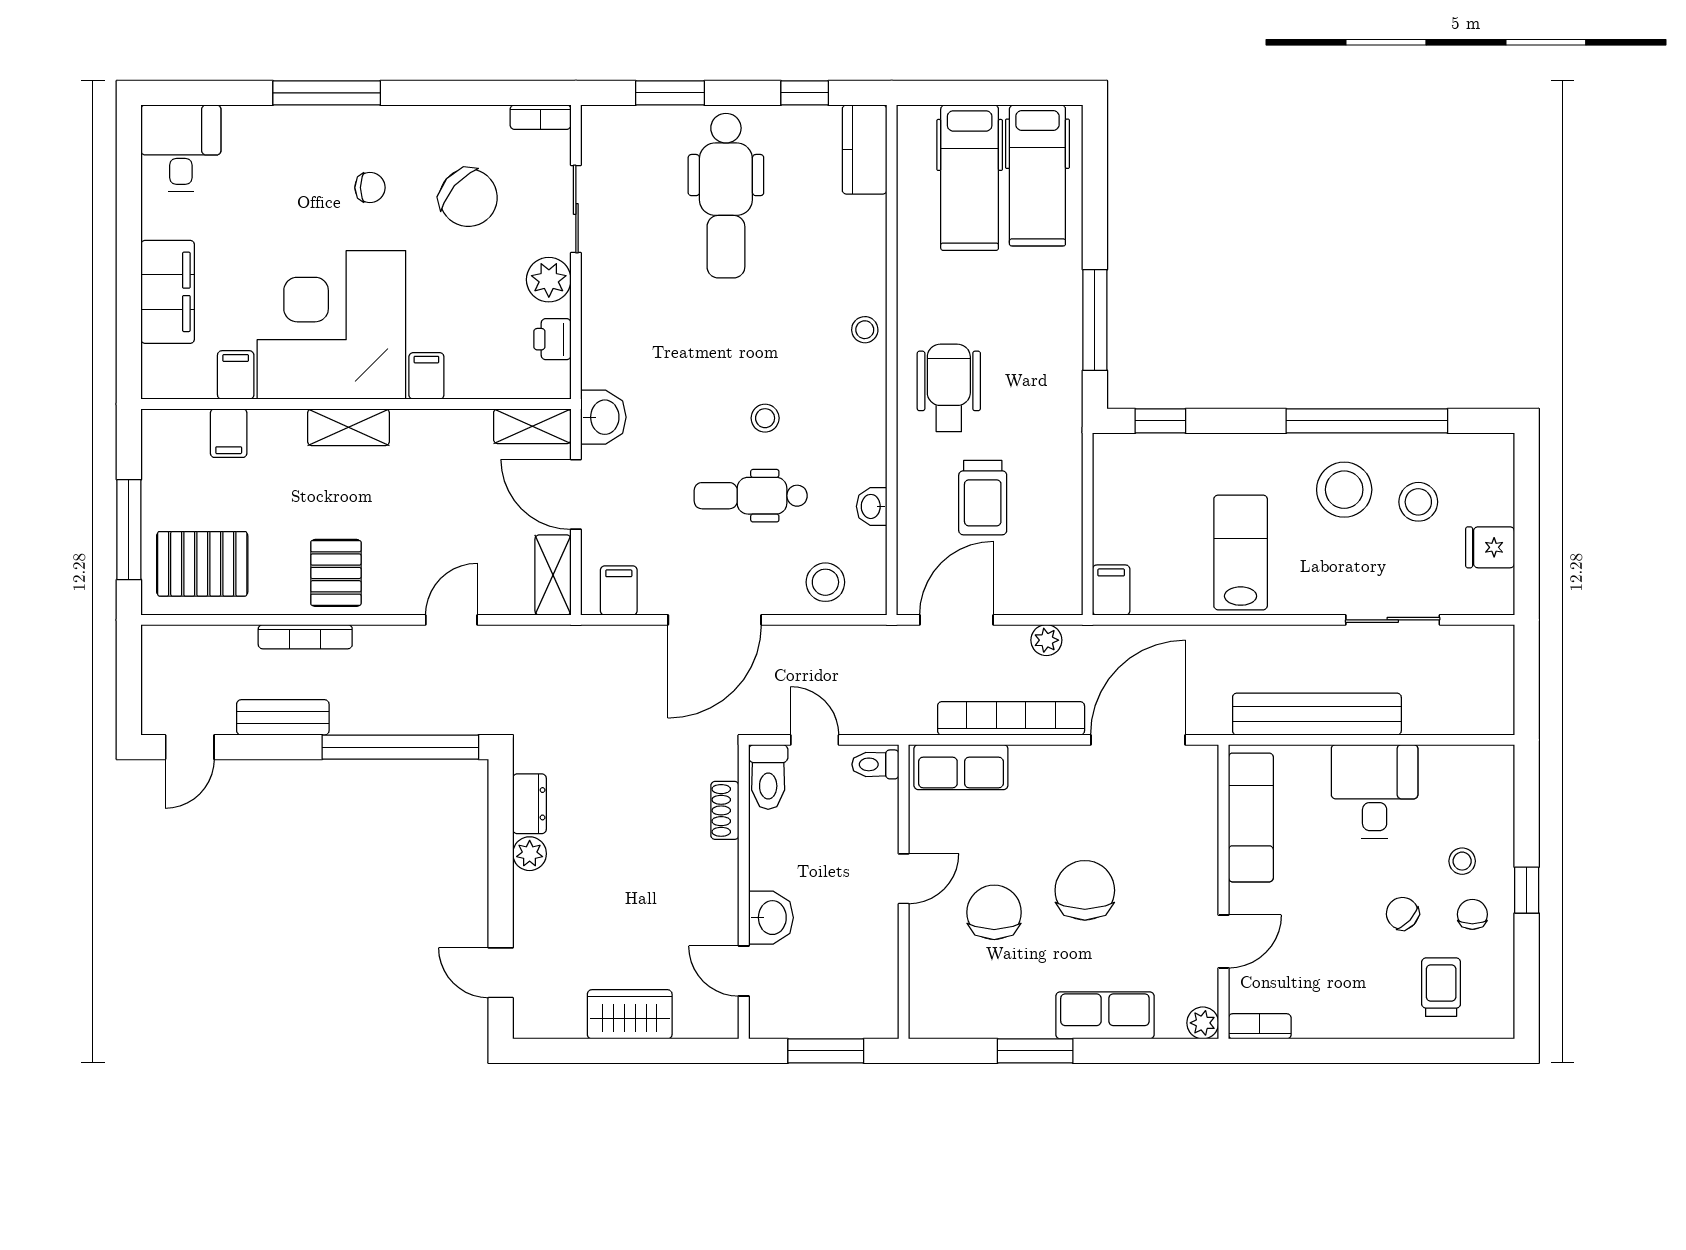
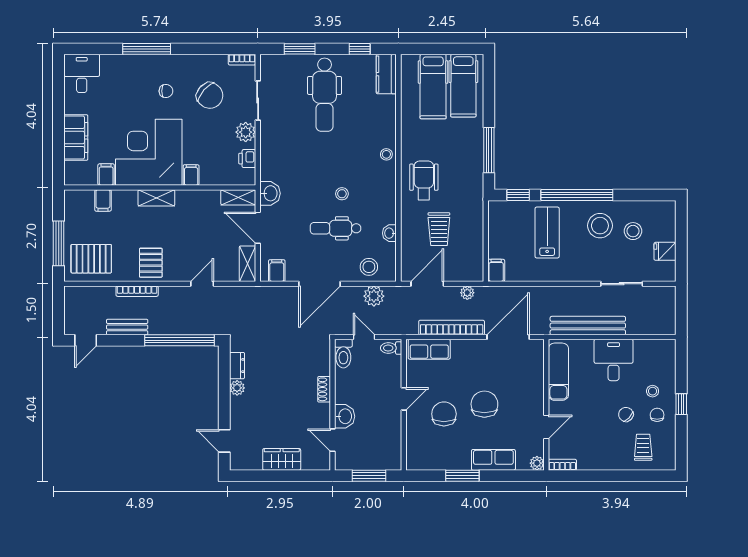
window: (1367, 421) -> (577, 195), moved
lab bench: (1241, 552) -> (547, 233), moved
plant: (837, 648) -> (374, 296), added
shoe rack: (725, 810) -> (324, 389), moved

